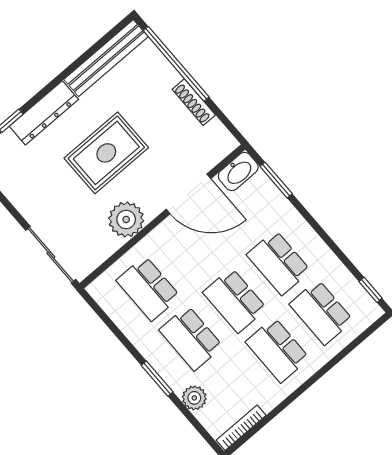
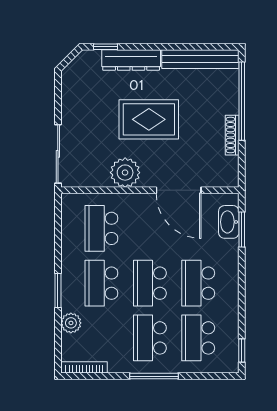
washbasin: (238, 172) -> (229, 222), moved, turned 90
window: (311, 381) -> (154, 376), added

